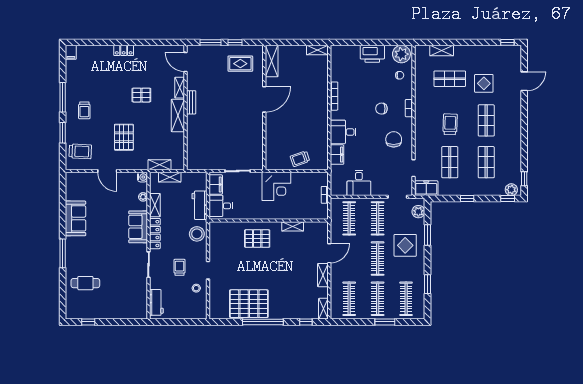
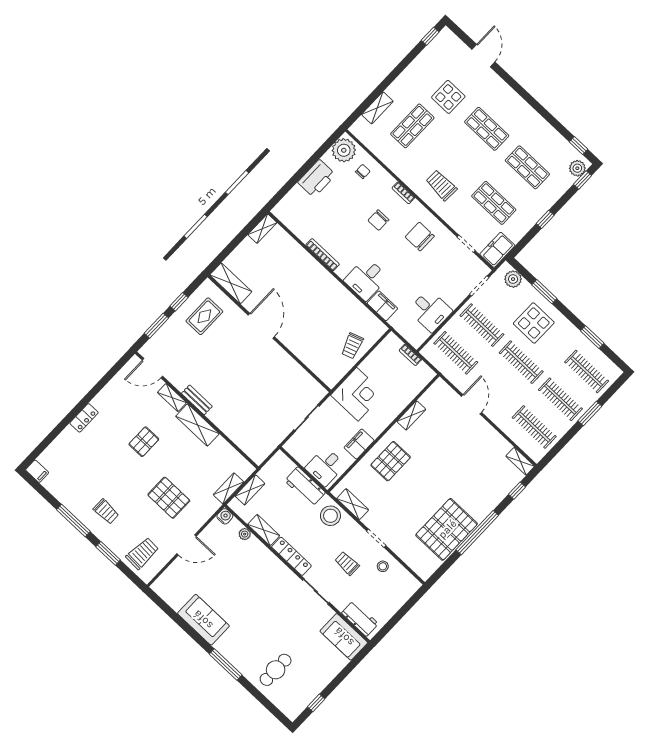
trolley: (450, 124) -> (441, 185), moved
filing cabinet: (216, 184) -> (359, 444), moved, turned -90
sofa: (138, 227) -> (344, 637), moved
shelving: (323, 275) -> (353, 504), moved

